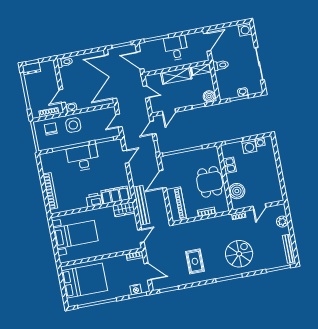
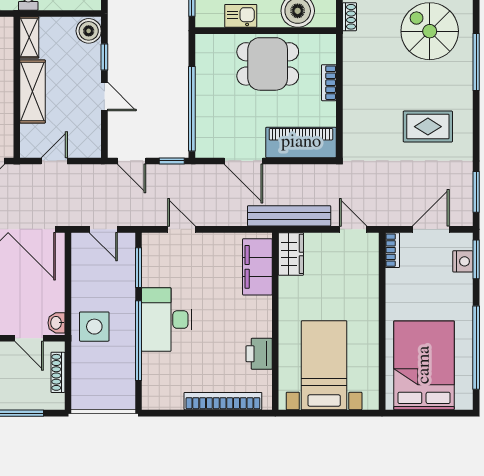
door: (169, 112) -> (104, 97), moved
chair: (51, 129) -> (94, 375), removed
printer: (94, 200) -> (259, 354), moved

